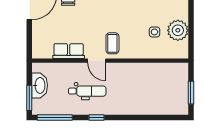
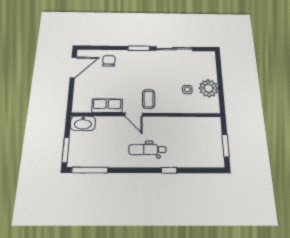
washbasin: (40, 85) -> (83, 123), moved, turned 90
dental chair: (87, 91) -> (147, 150), moved, turned 180
window: (96, 117) -> (169, 170), moved

